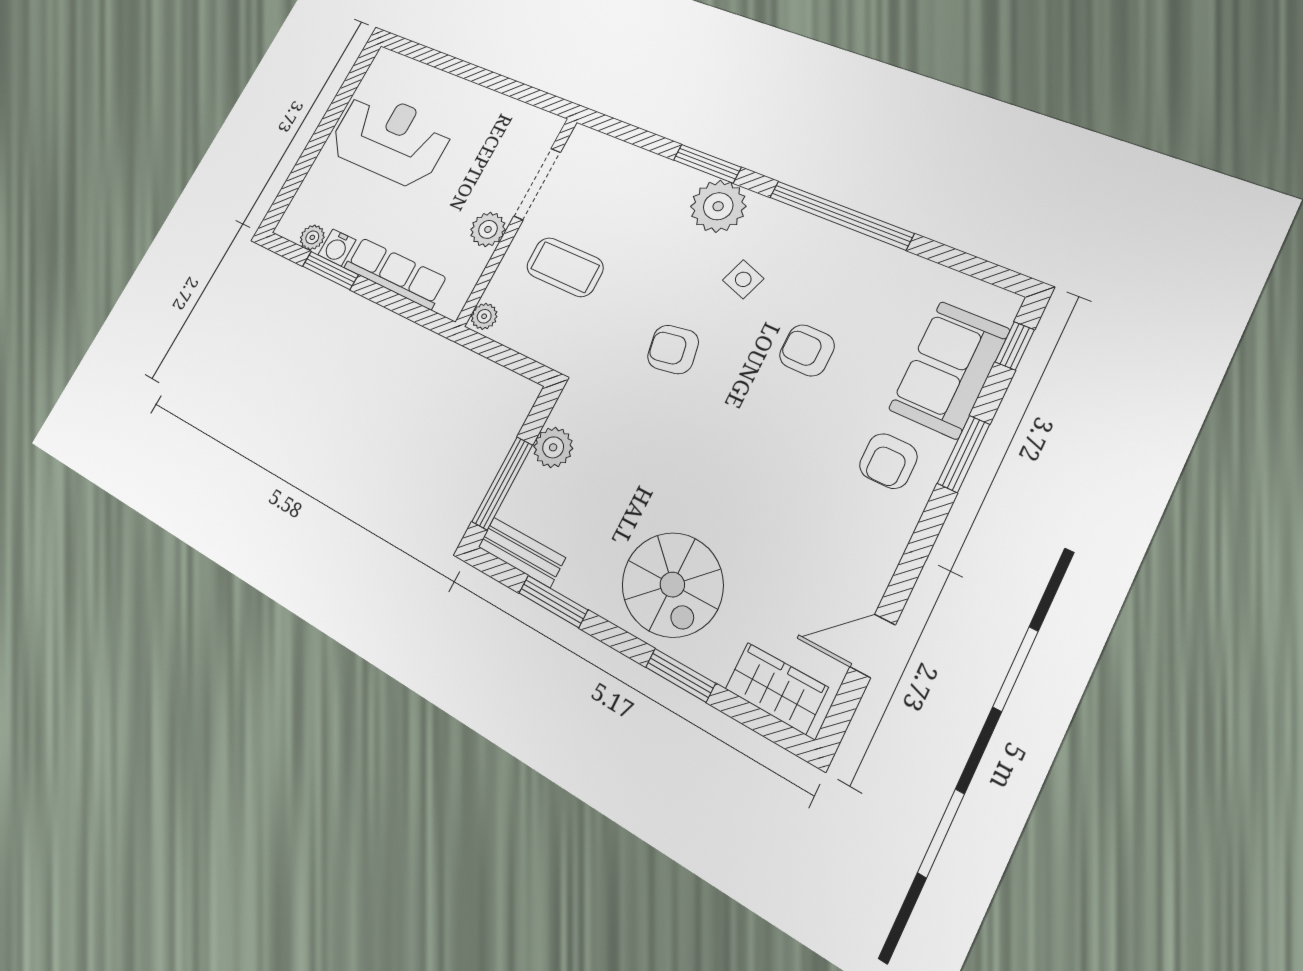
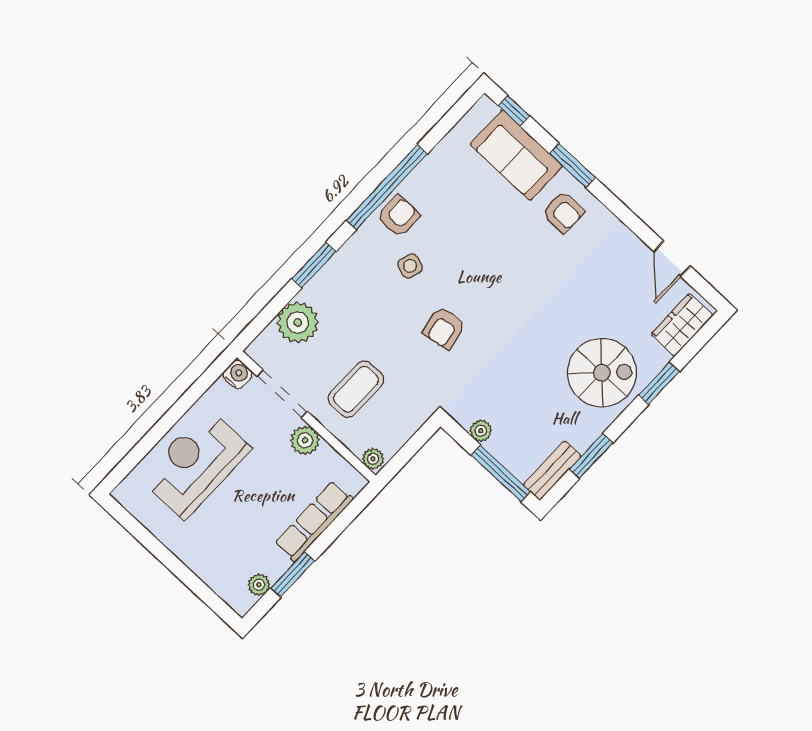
reception desk: (390, 138) -> (196, 464), moved
plant: (718, 206) -> (298, 322), moved
water cooler: (337, 247) -> (238, 374), moved, turned -90
armchair: (807, 350) -> (399, 216), moved, turned 180
plant: (553, 447) -> (481, 431), width x0.73, depth x0.73

